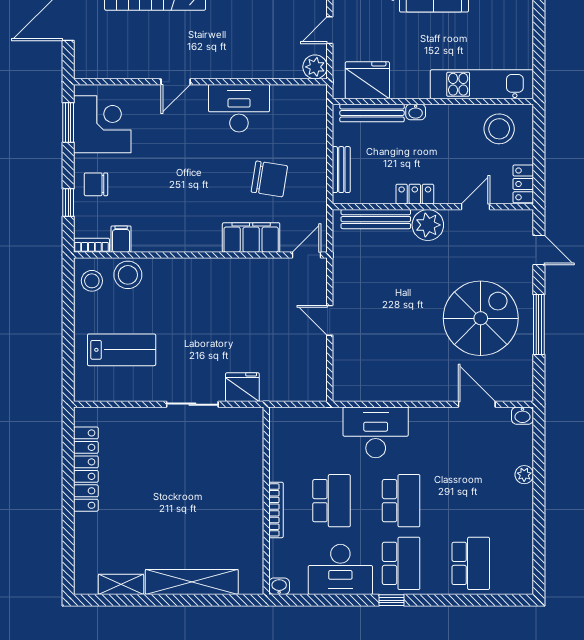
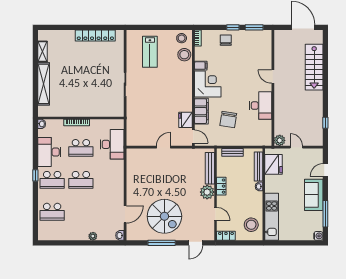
corner desk: (102, 124) -> (208, 84), moved, turned -90
window: (68, 203) -> (233, 27), moved
filing cabinet: (121, 239) -> (201, 66), moved
fridge: (242, 387) -> (186, 120), moved, turned 180
desk: (376, 432) -> (112, 144), moved

